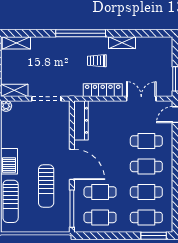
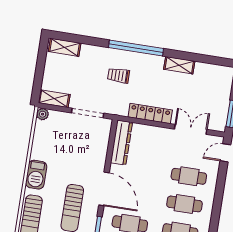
trolley: (97, 61) -> (119, 75), moved

